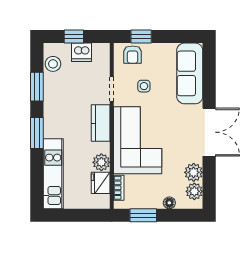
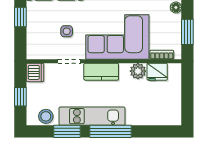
window: (141, 37) -> (20, 17), moved
dishwasher: (82, 52) -> (35, 72), moved
armchair: (133, 55) -> (37, 42), removed
window: (37, 133) -> (110, 131), width x1.44
kitchen unit: (53, 174) -> (92, 116), moved

